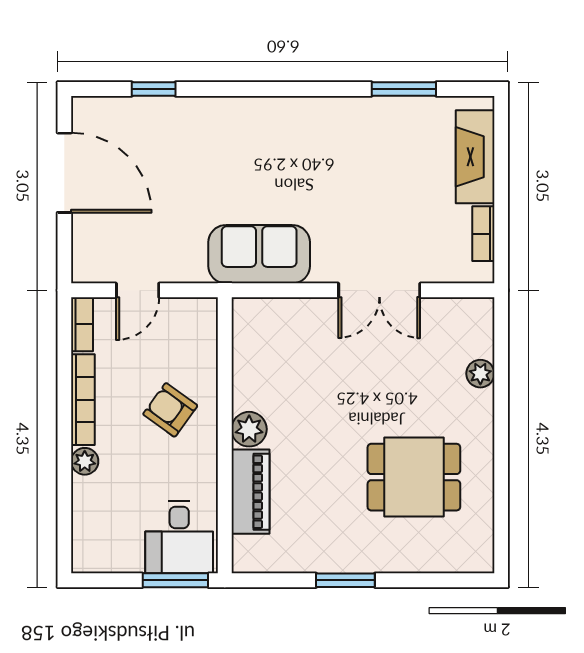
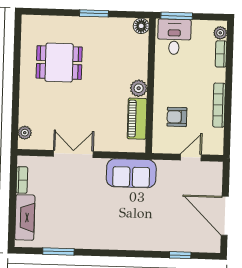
bookcase: (82, 324) -> (221, 54), moved
plant: (480, 374) -> (25, 133), moved
armchair: (170, 410) -> (177, 117), moved, turned 144
plant: (85, 461) -> (220, 33), moved
piano: (250, 492) -> (137, 119), moved
floor lamp: (248, 557) -> (141, 26), added

